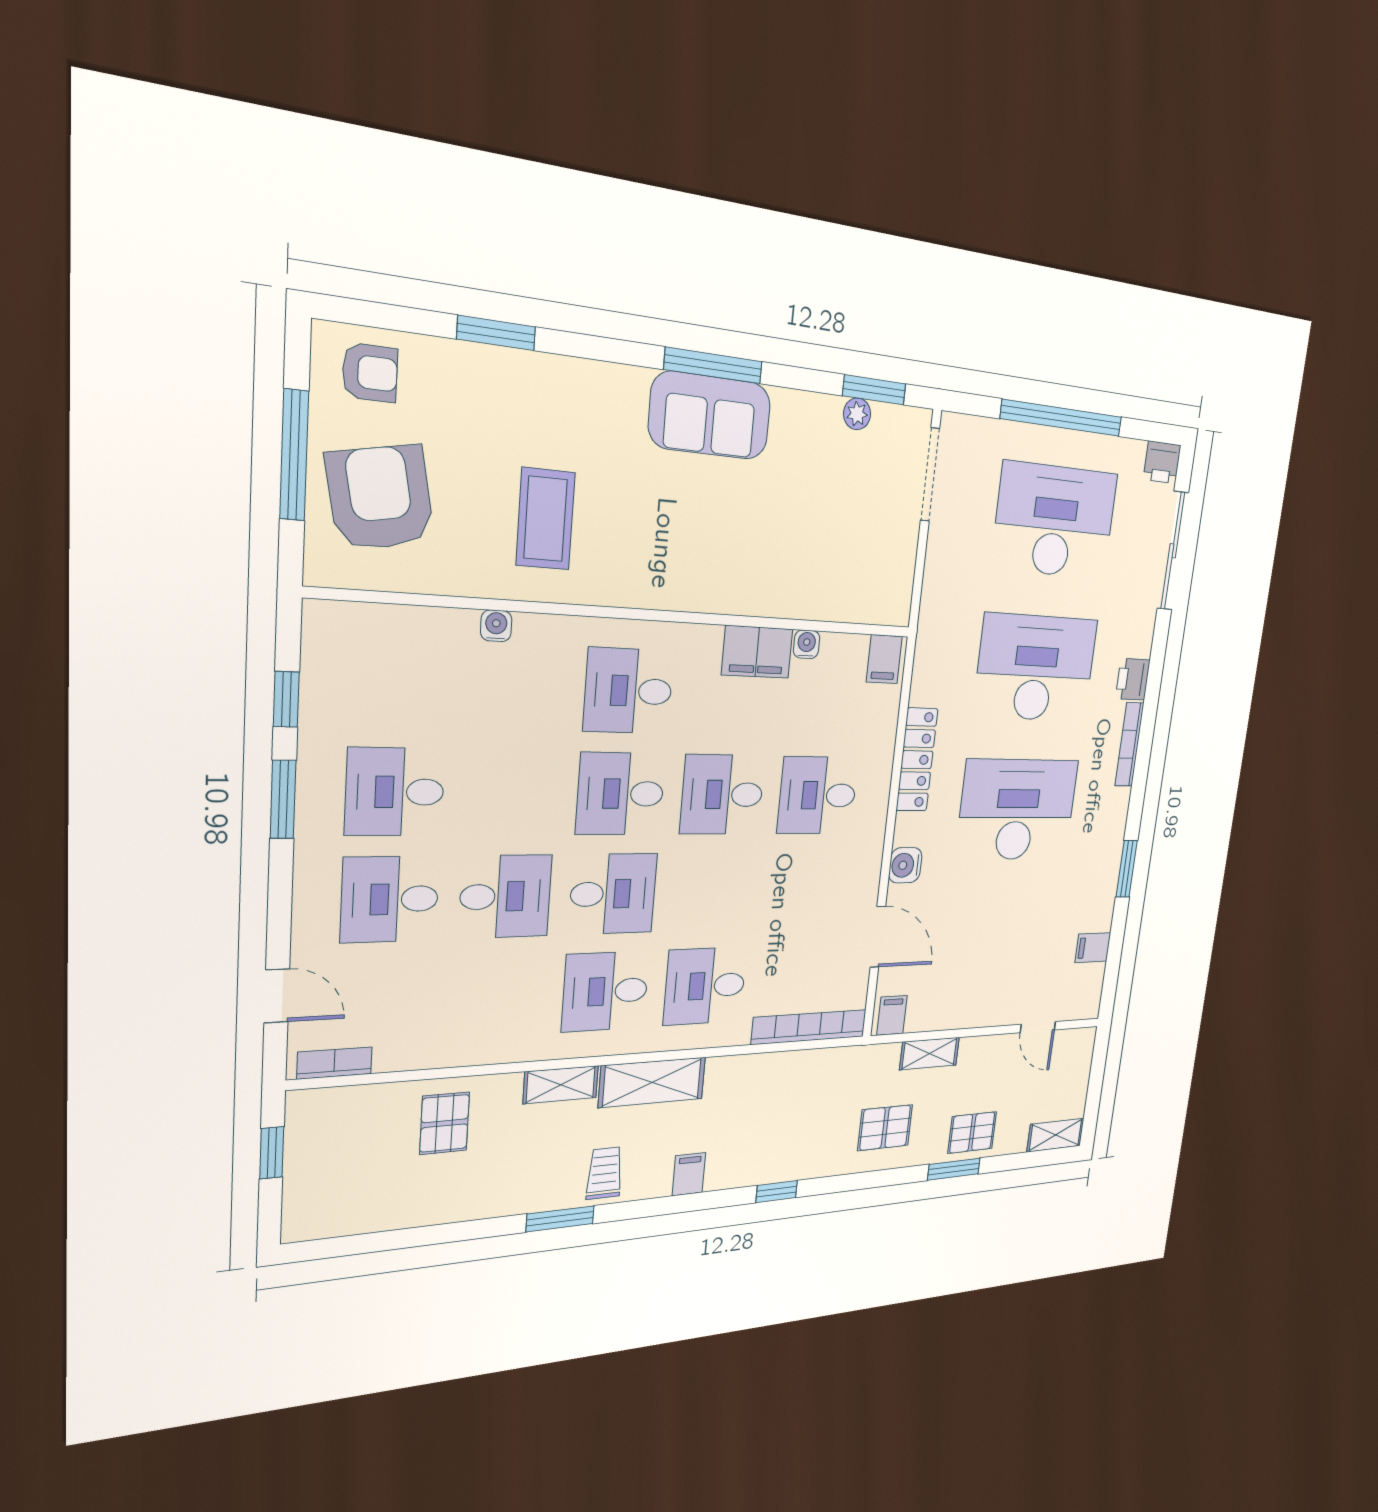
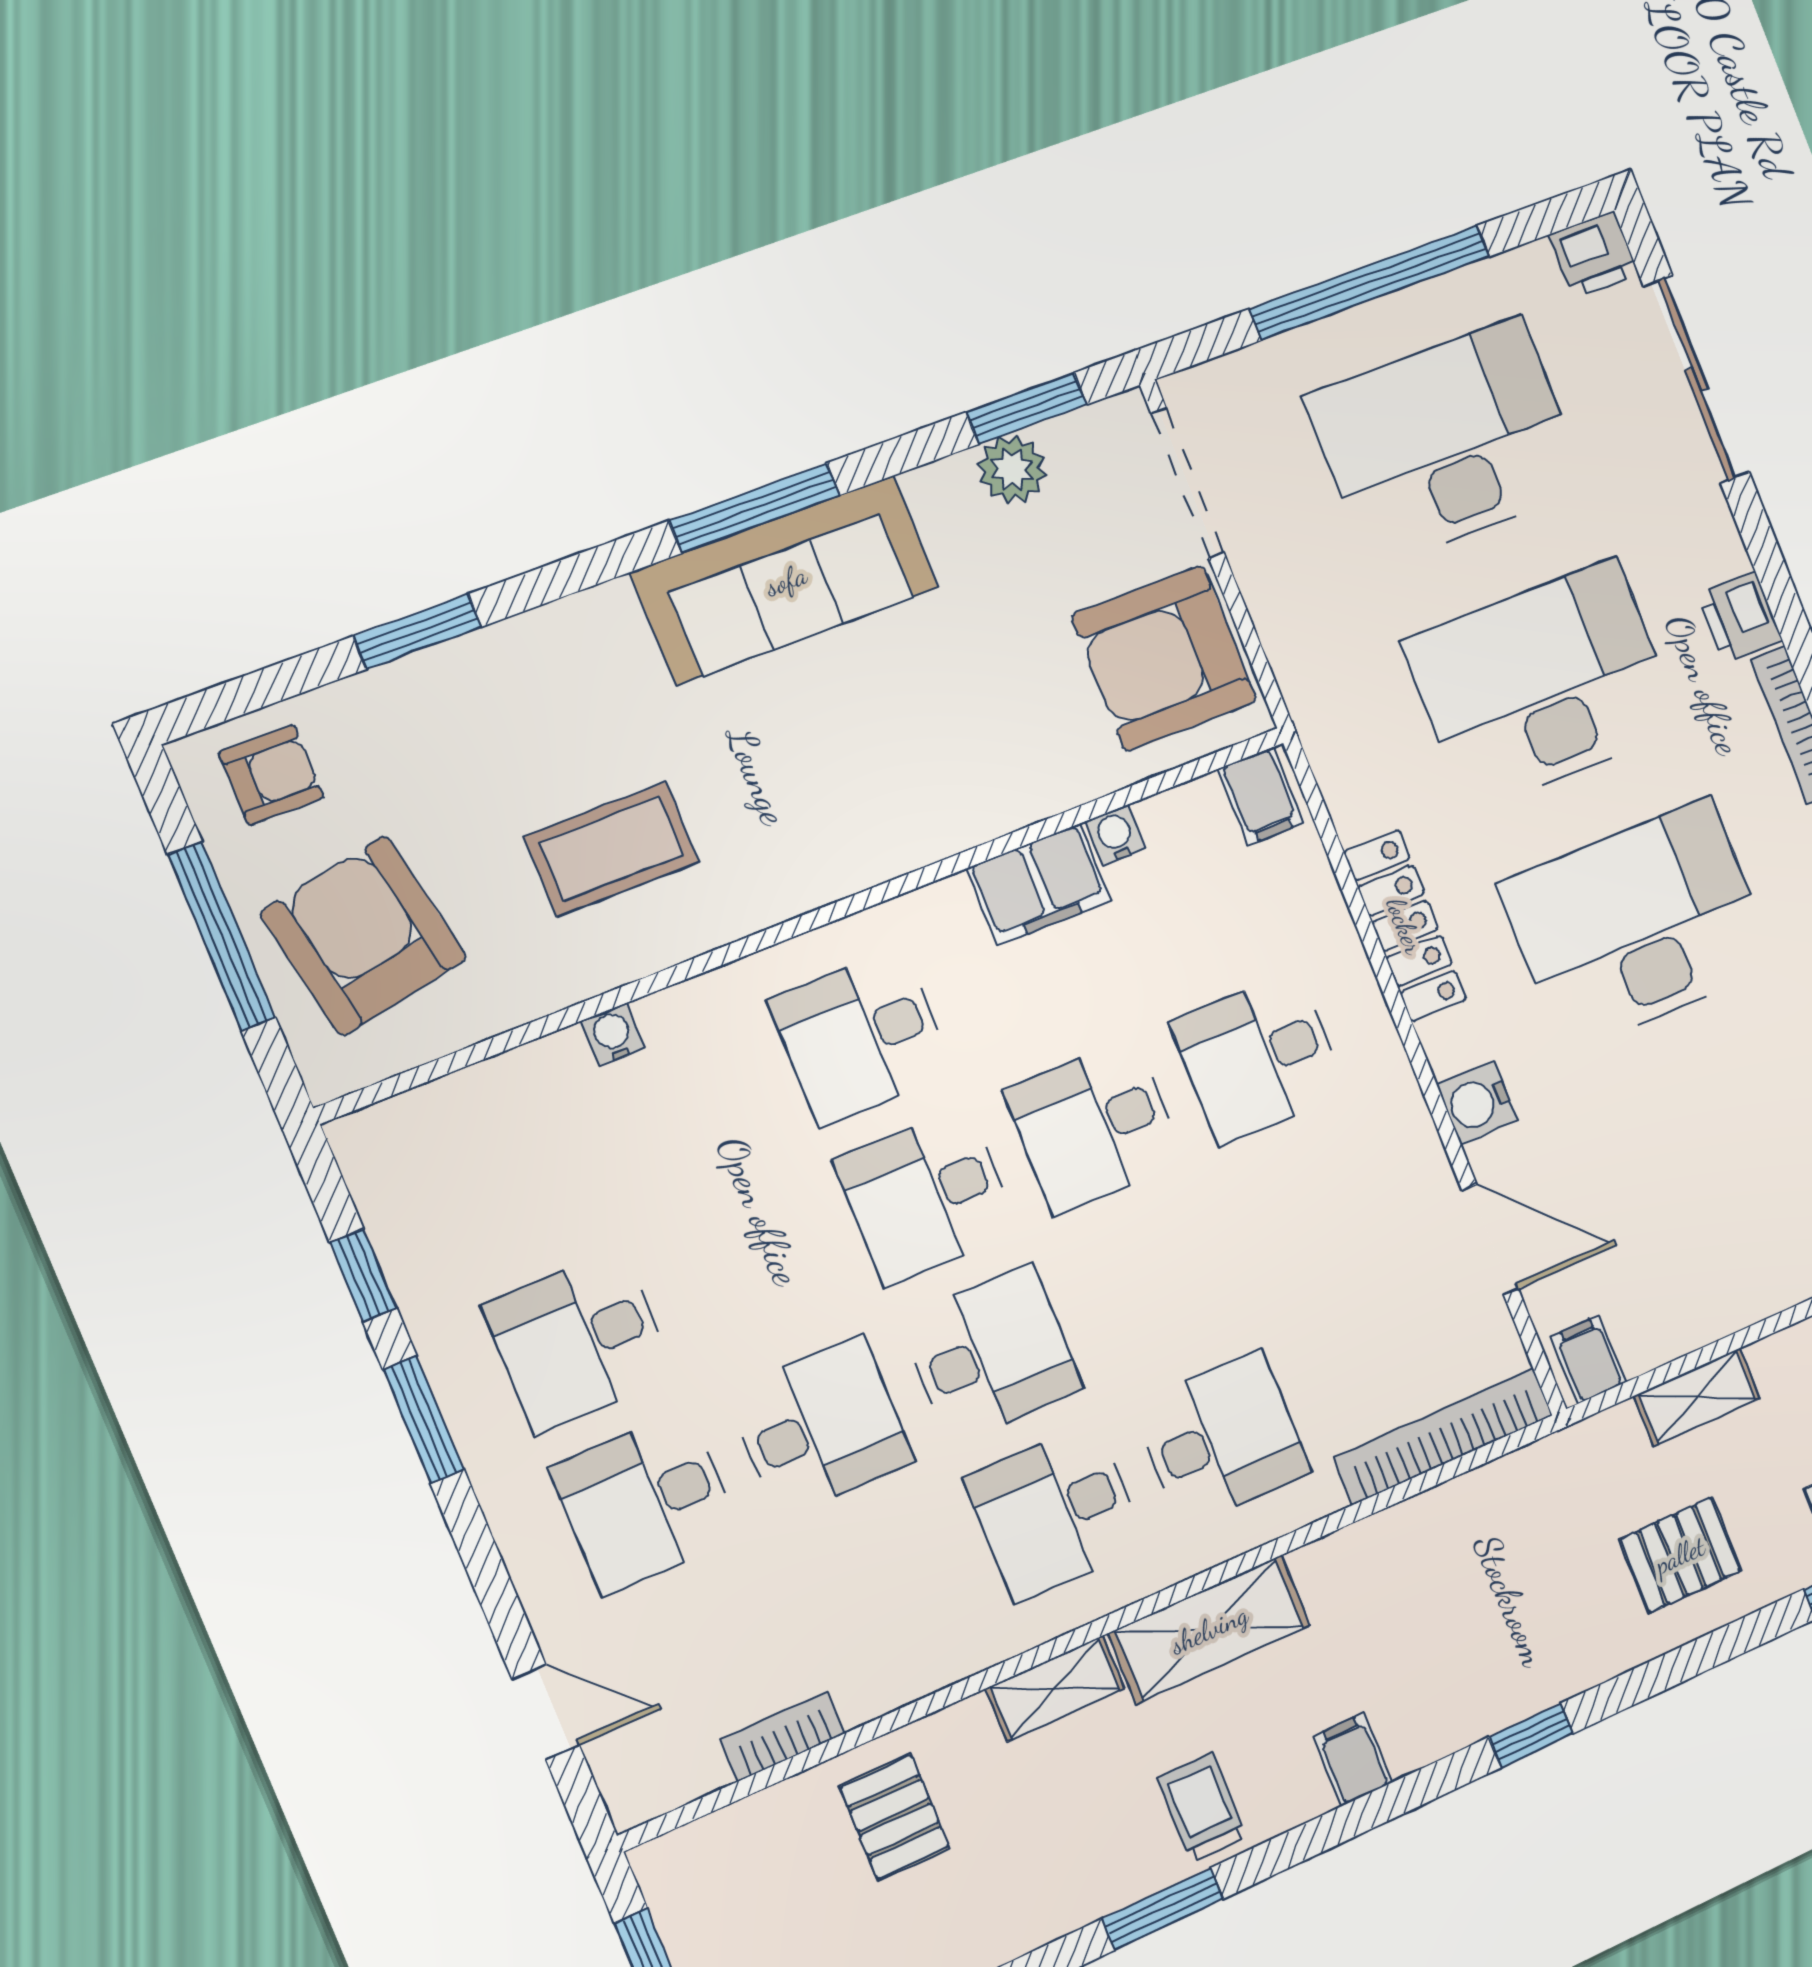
plant: (857, 414) -> (1012, 469), width x1.38, depth x1.38
sofa: (710, 416) -> (786, 580), width x1.36
coffee table: (546, 519) -> (612, 849), turned 90
armchair: (875, 562) -> (1164, 658), added
desk: (705, 986) -> (1221, 1439), turned 180
bookcase: (335, 1063) -> (783, 1736), moved

